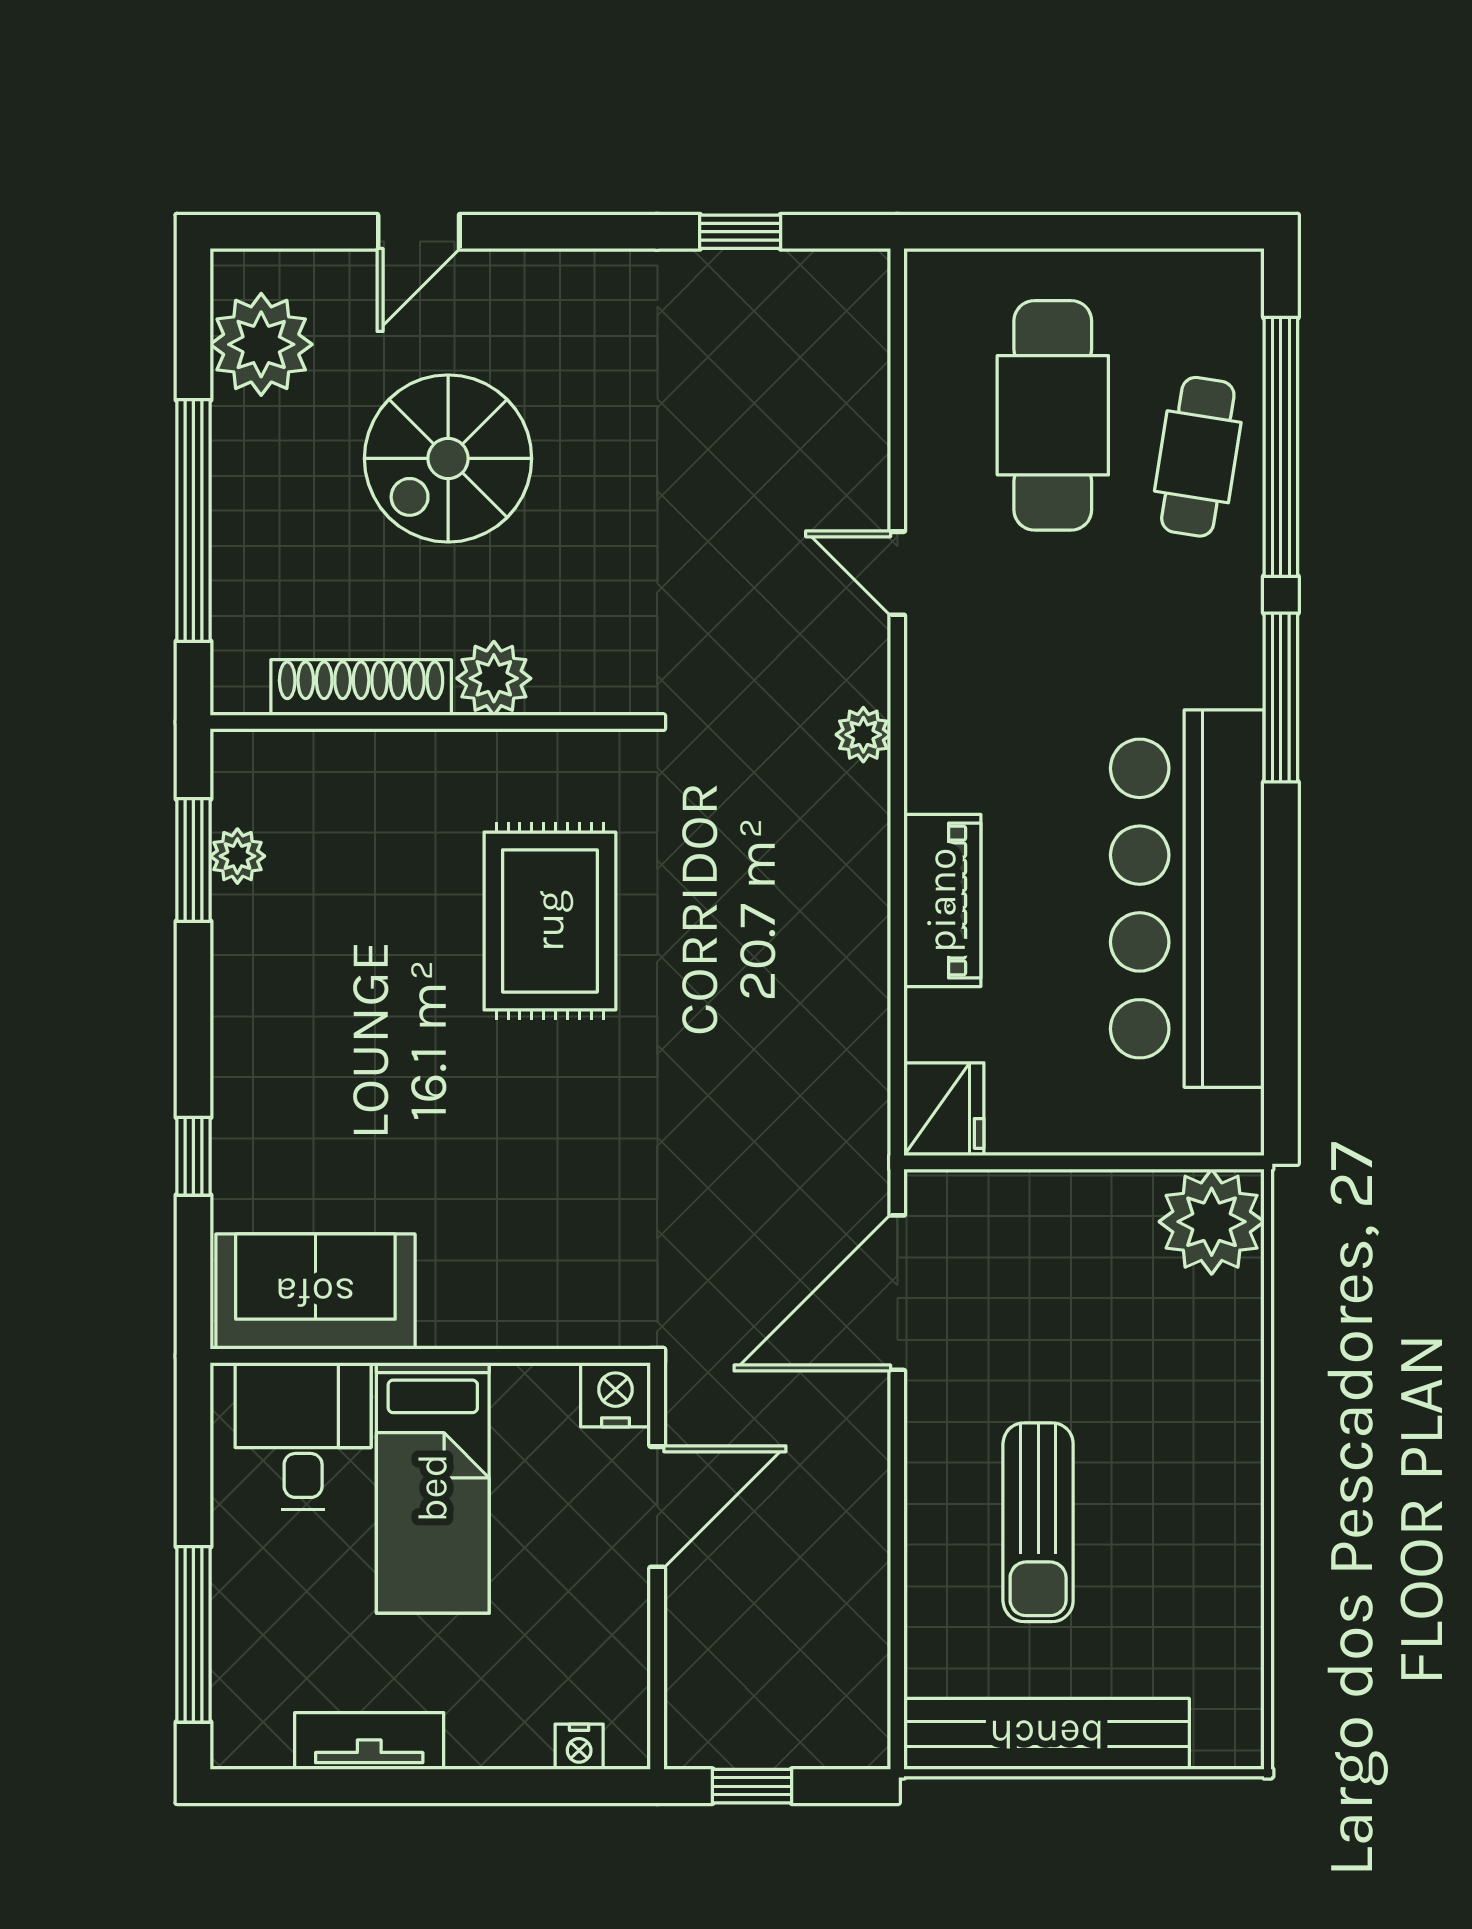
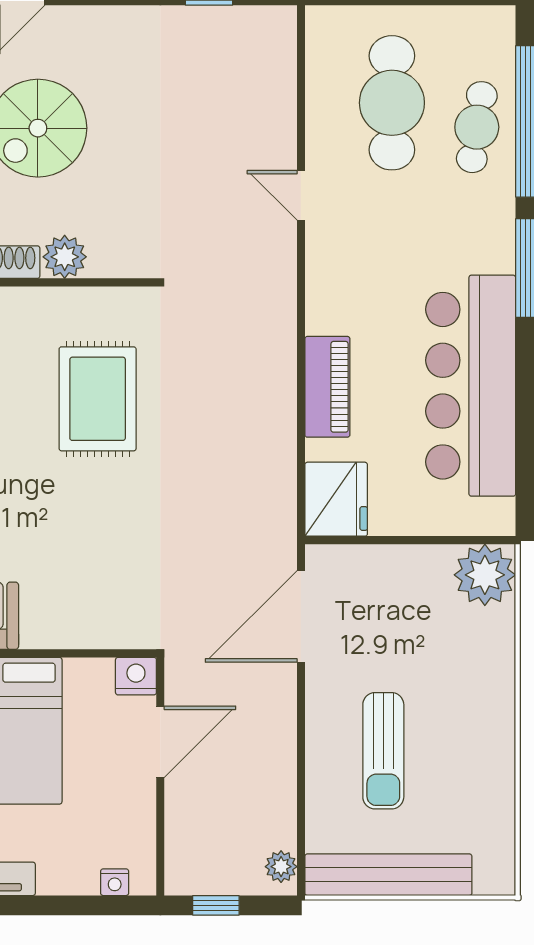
plant: (863, 735) -> (281, 867), moved
fridge: (944, 1109) -> (336, 499), width x1.36, depth x1.34

